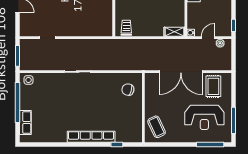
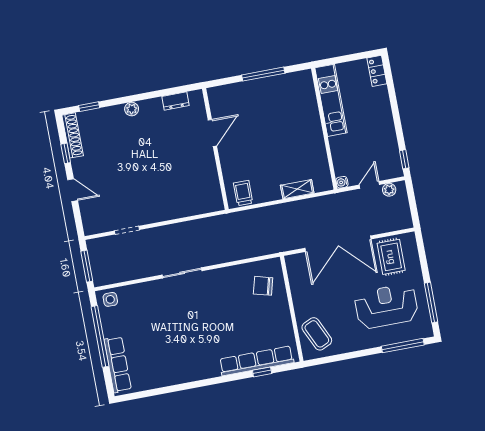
shelving: (174, 32) -> (297, 189), moved
reception desk: (204, 117) -> (386, 306), turned 180
row of seats: (25, 123) -> (118, 365), width x1.48
row of seats: (91, 137) -> (256, 361), moved

